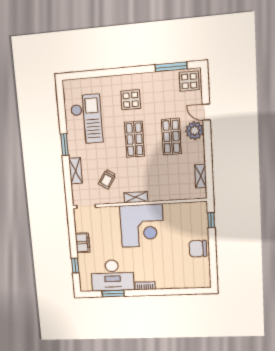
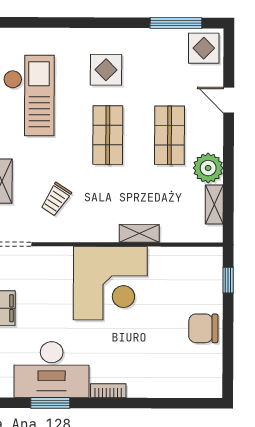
plant: (195, 131) -> (208, 168), moved
shelving: (136, 197) -> (139, 233), moved

